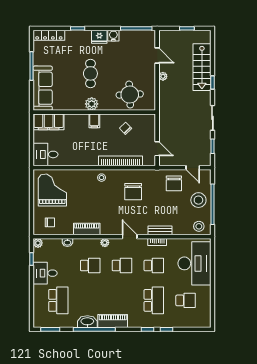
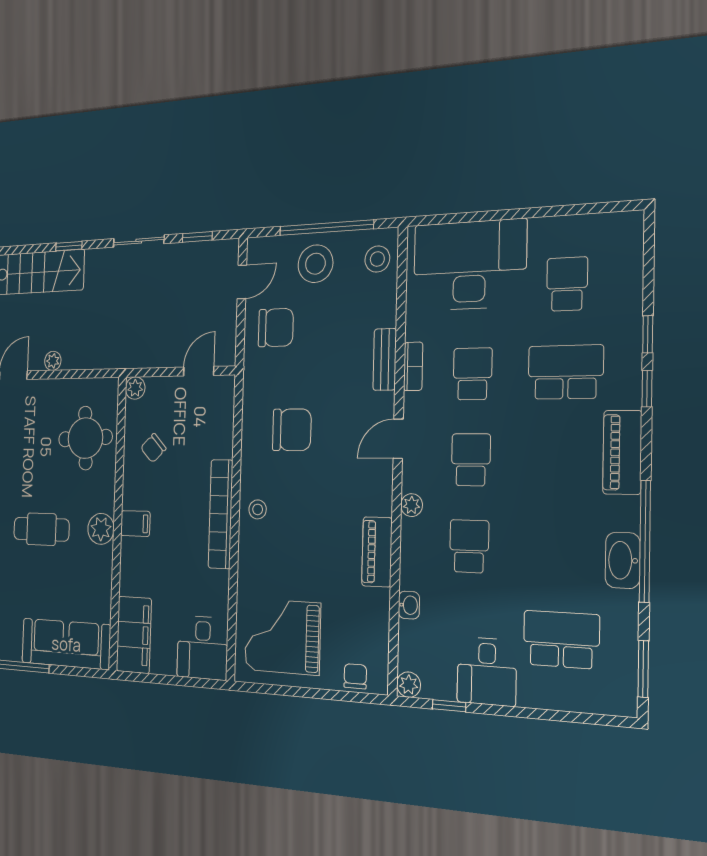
plant: (151, 119) -> (135, 388), added
bookcase: (121, 161) -> (221, 514), moved
chair: (50, 222) -> (355, 676), moved
piano: (113, 321) -> (622, 452), moved

